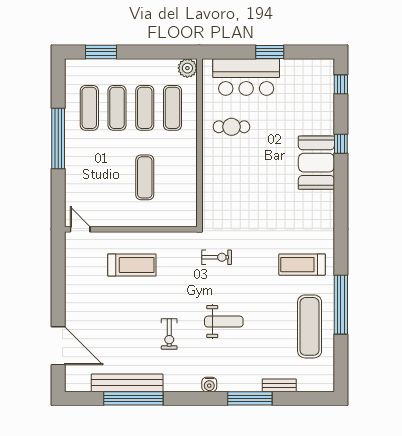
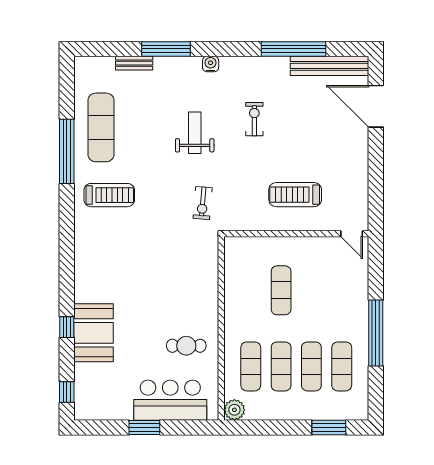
booth: (316, 163) -> (93, 333), moved
exercise bike: (217, 257) -> (203, 203), turned -85
weight bench: (224, 322) -> (195, 133), turned 90
bench: (127, 383) -> (329, 66), moved

